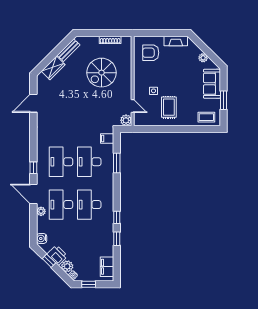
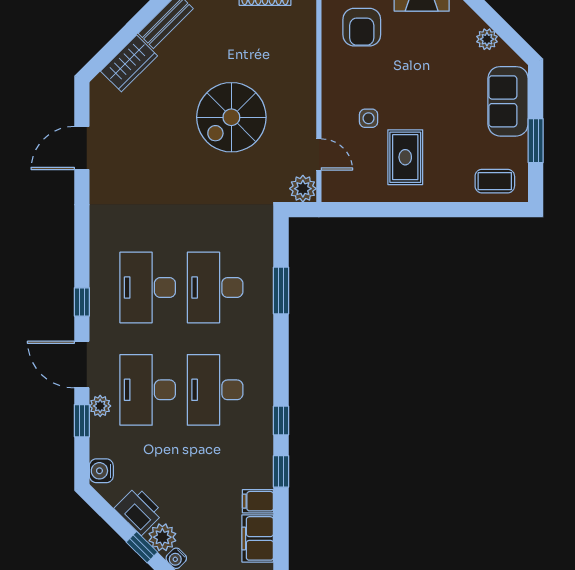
armchair: (151, 53) -> (362, 27), turned -90
spiral stairs: (101, 73) -> (231, 117), moved
filing cabinet: (107, 138) -> (258, 501), moved
window: (33, 218) -> (82, 421), added
window: (49, 261) -> (142, 547), moved

